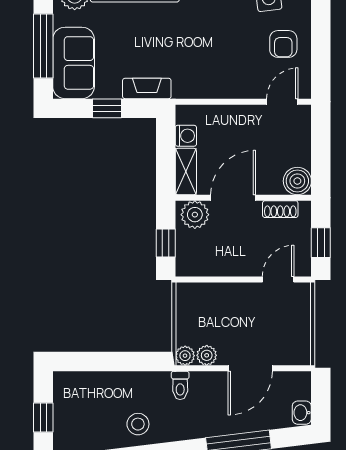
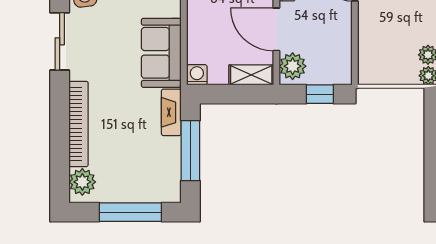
sofa: (74, 63) -> (161, 53), moved, turned -90
window: (107, 108) -> (190, 151), width x2.17
washing machine: (186, 136) -> (197, 75), moved

